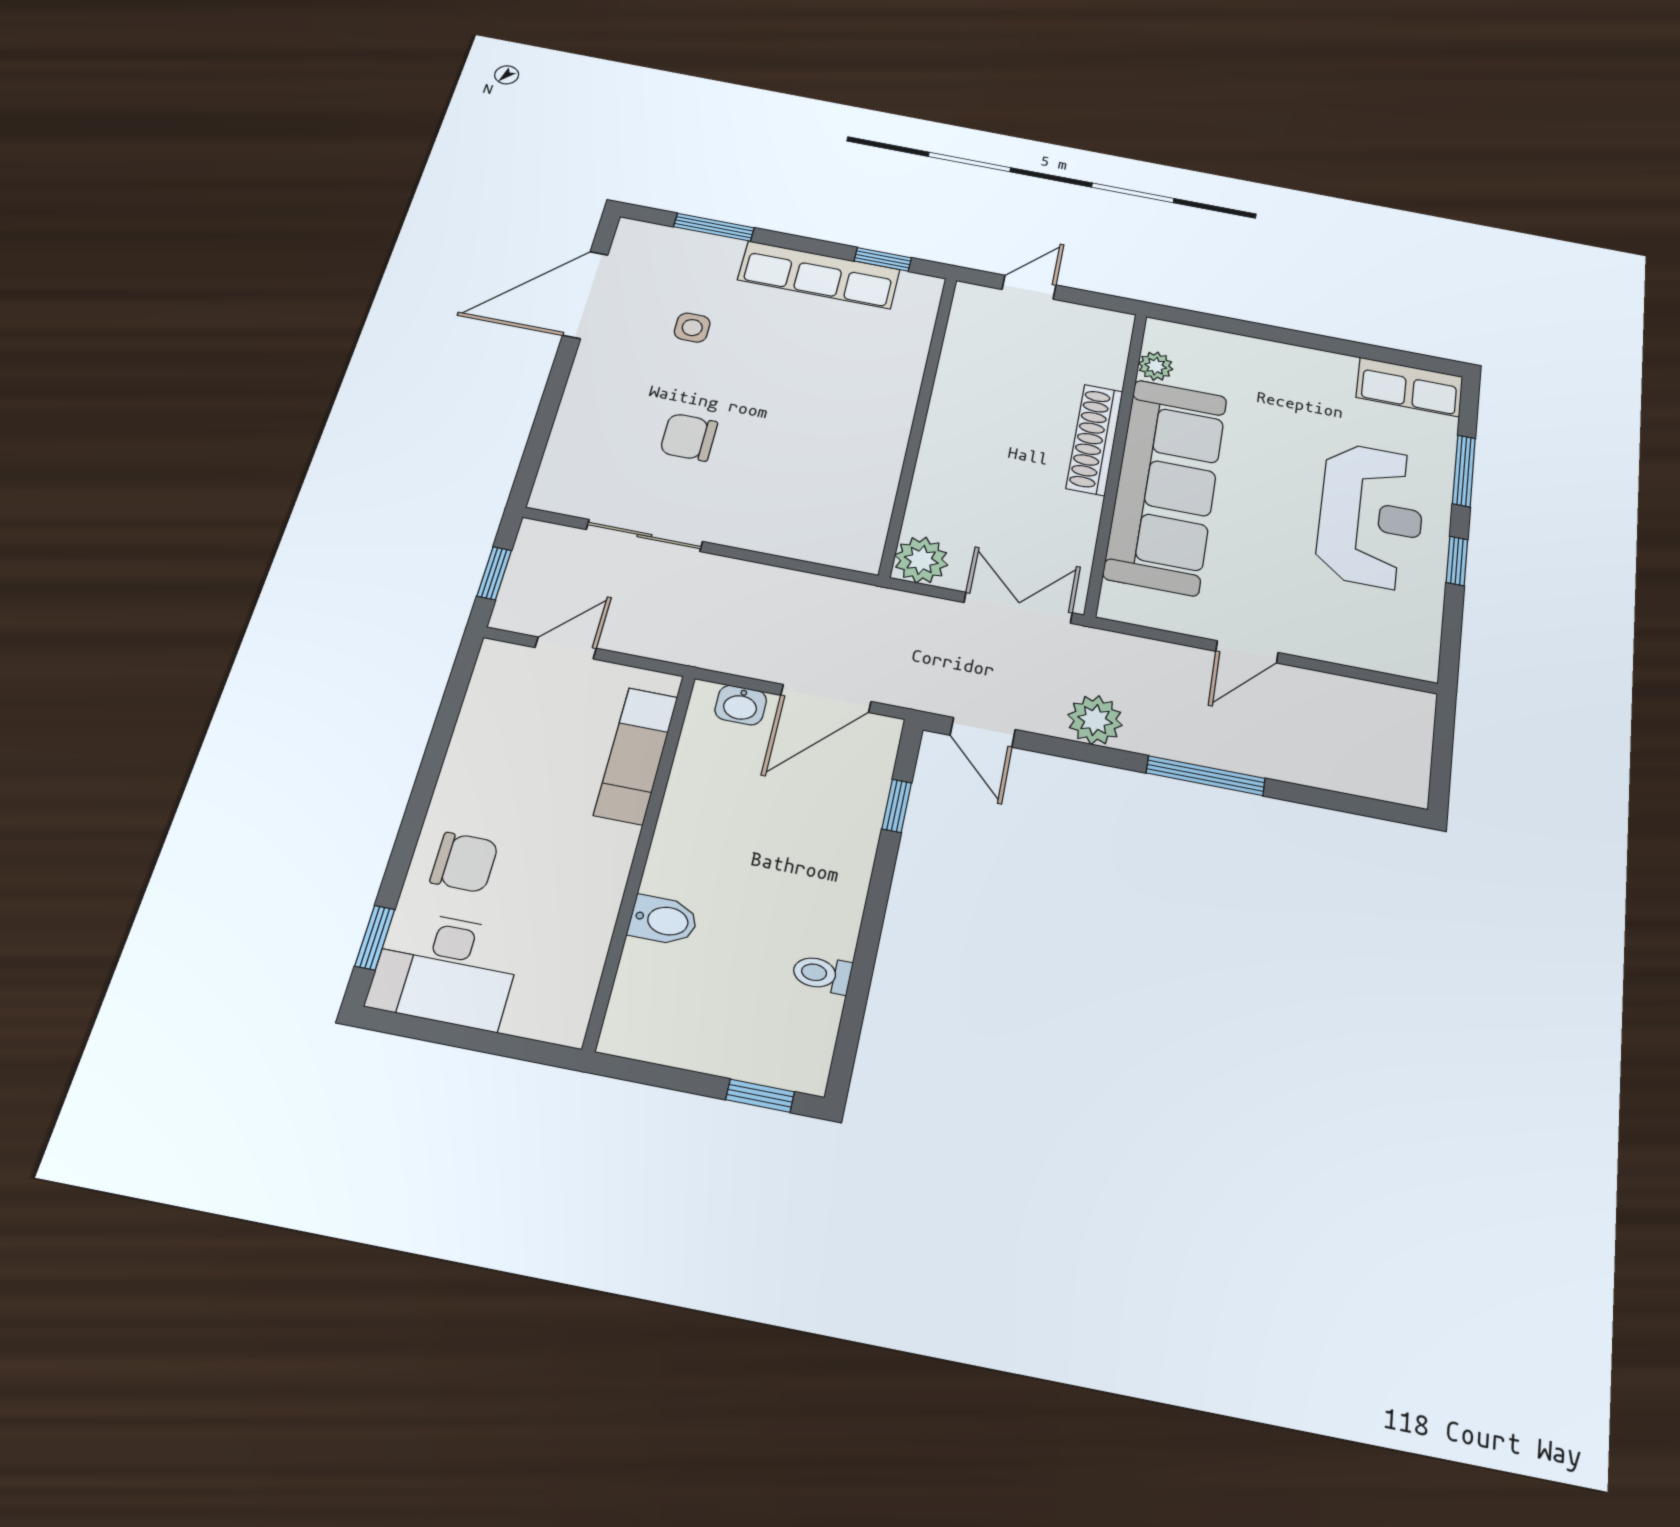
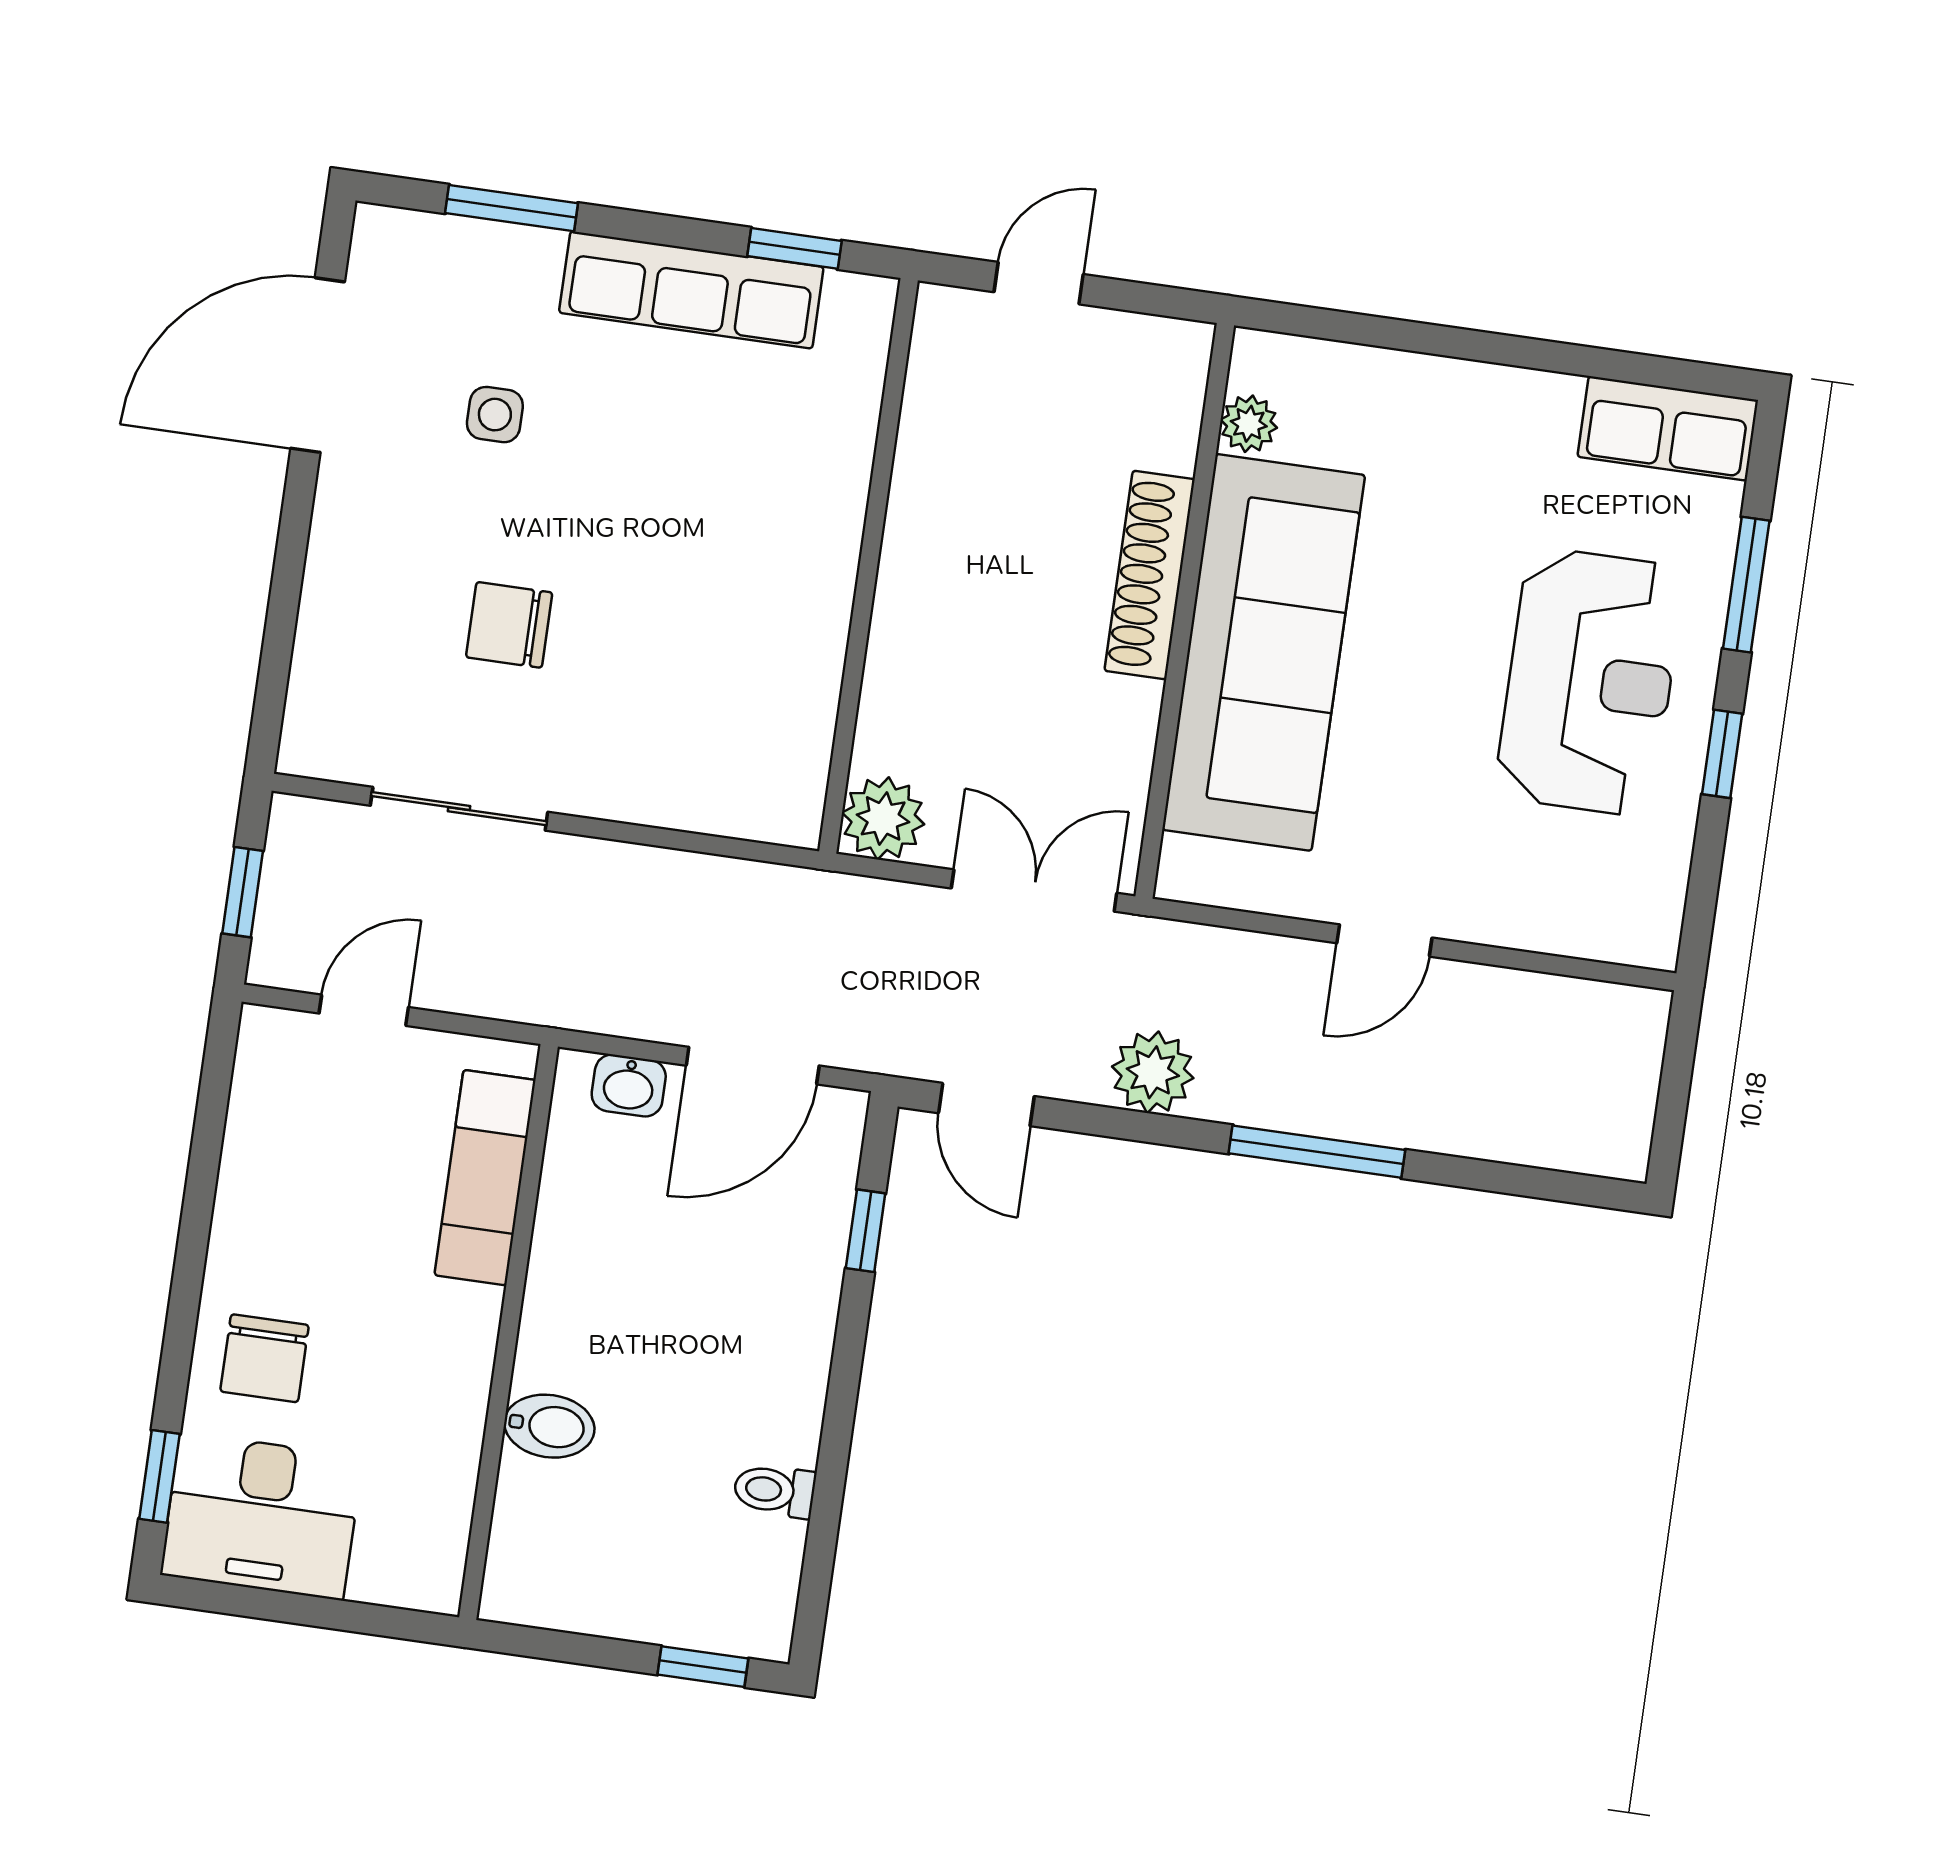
chair: (464, 862) -> (265, 1358), turned 90

